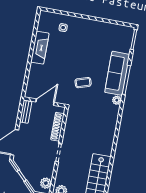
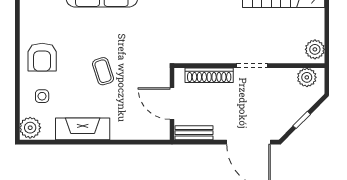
plant: (46, 17) -> (30, 128), added
armchair: (86, 32) -> (42, 57), added
coffee table: (83, 83) -> (103, 71), moved

